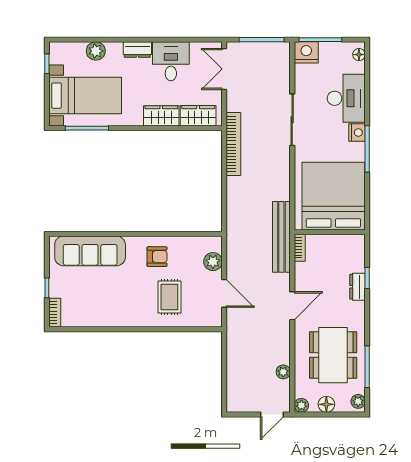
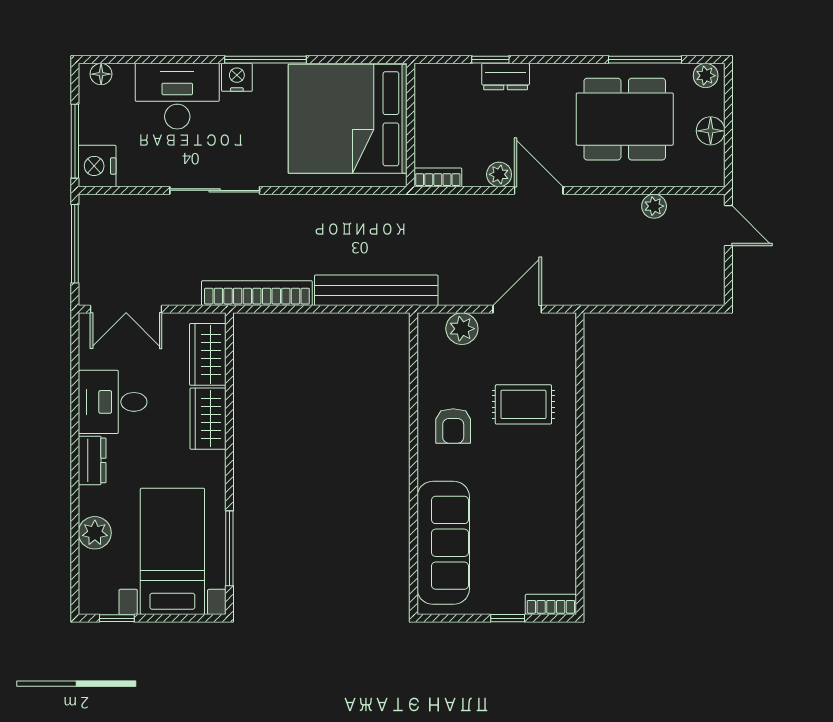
bench: (281, 237) -> (376, 290), moved
armchair: (157, 257) -> (453, 426), turned 180
plant: (301, 405) -> (499, 174), moved

